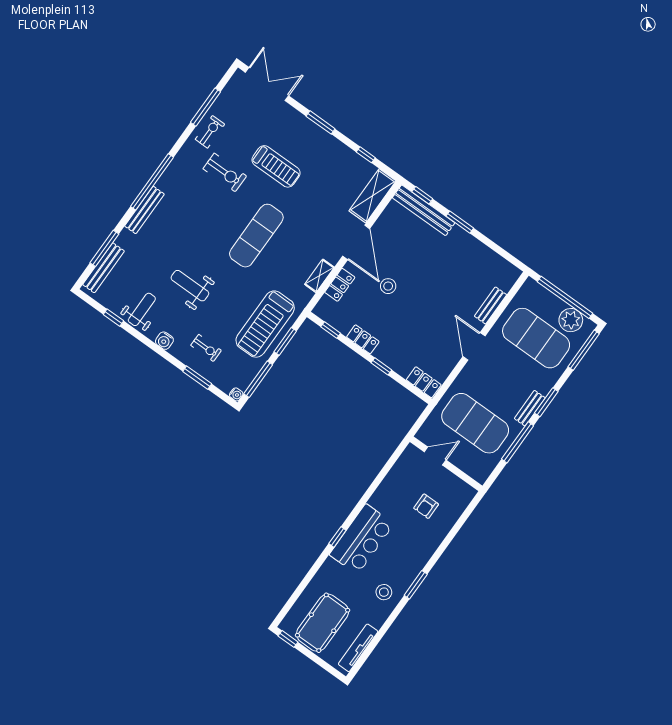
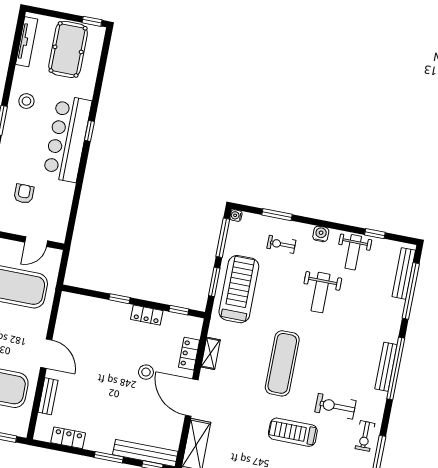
bench: (144, 210) -> (386, 367), moved
window: (104, 248) -> (411, 291), width x1.46
weight bench: (190, 286) -> (321, 293), turned 90
locker: (424, 382) -> (68, 438), moved, turned 180
bar counter: (362, 539) -> (67, 139), width x1.36

